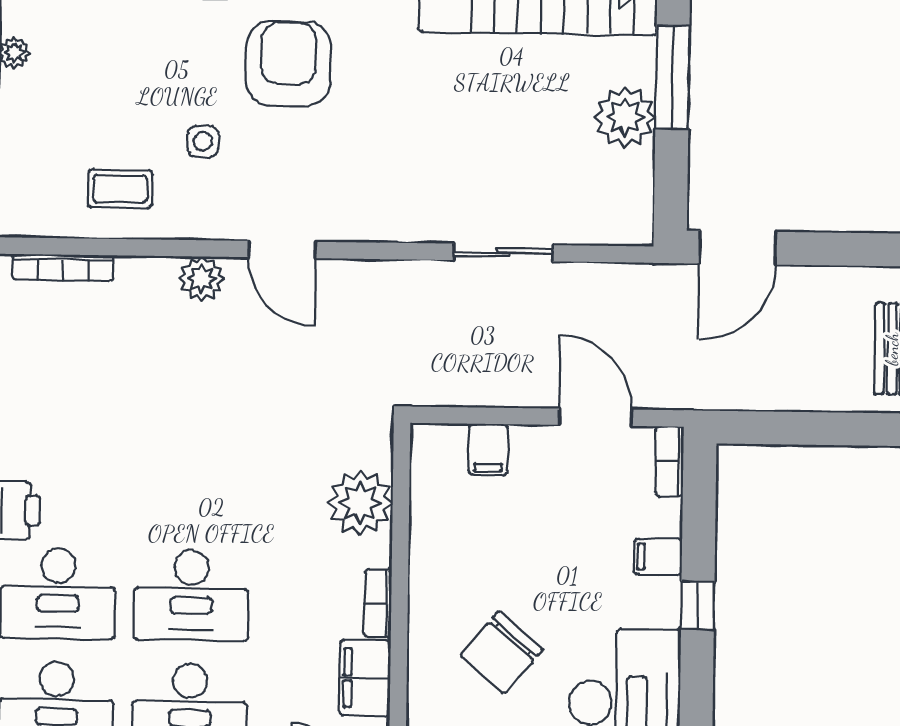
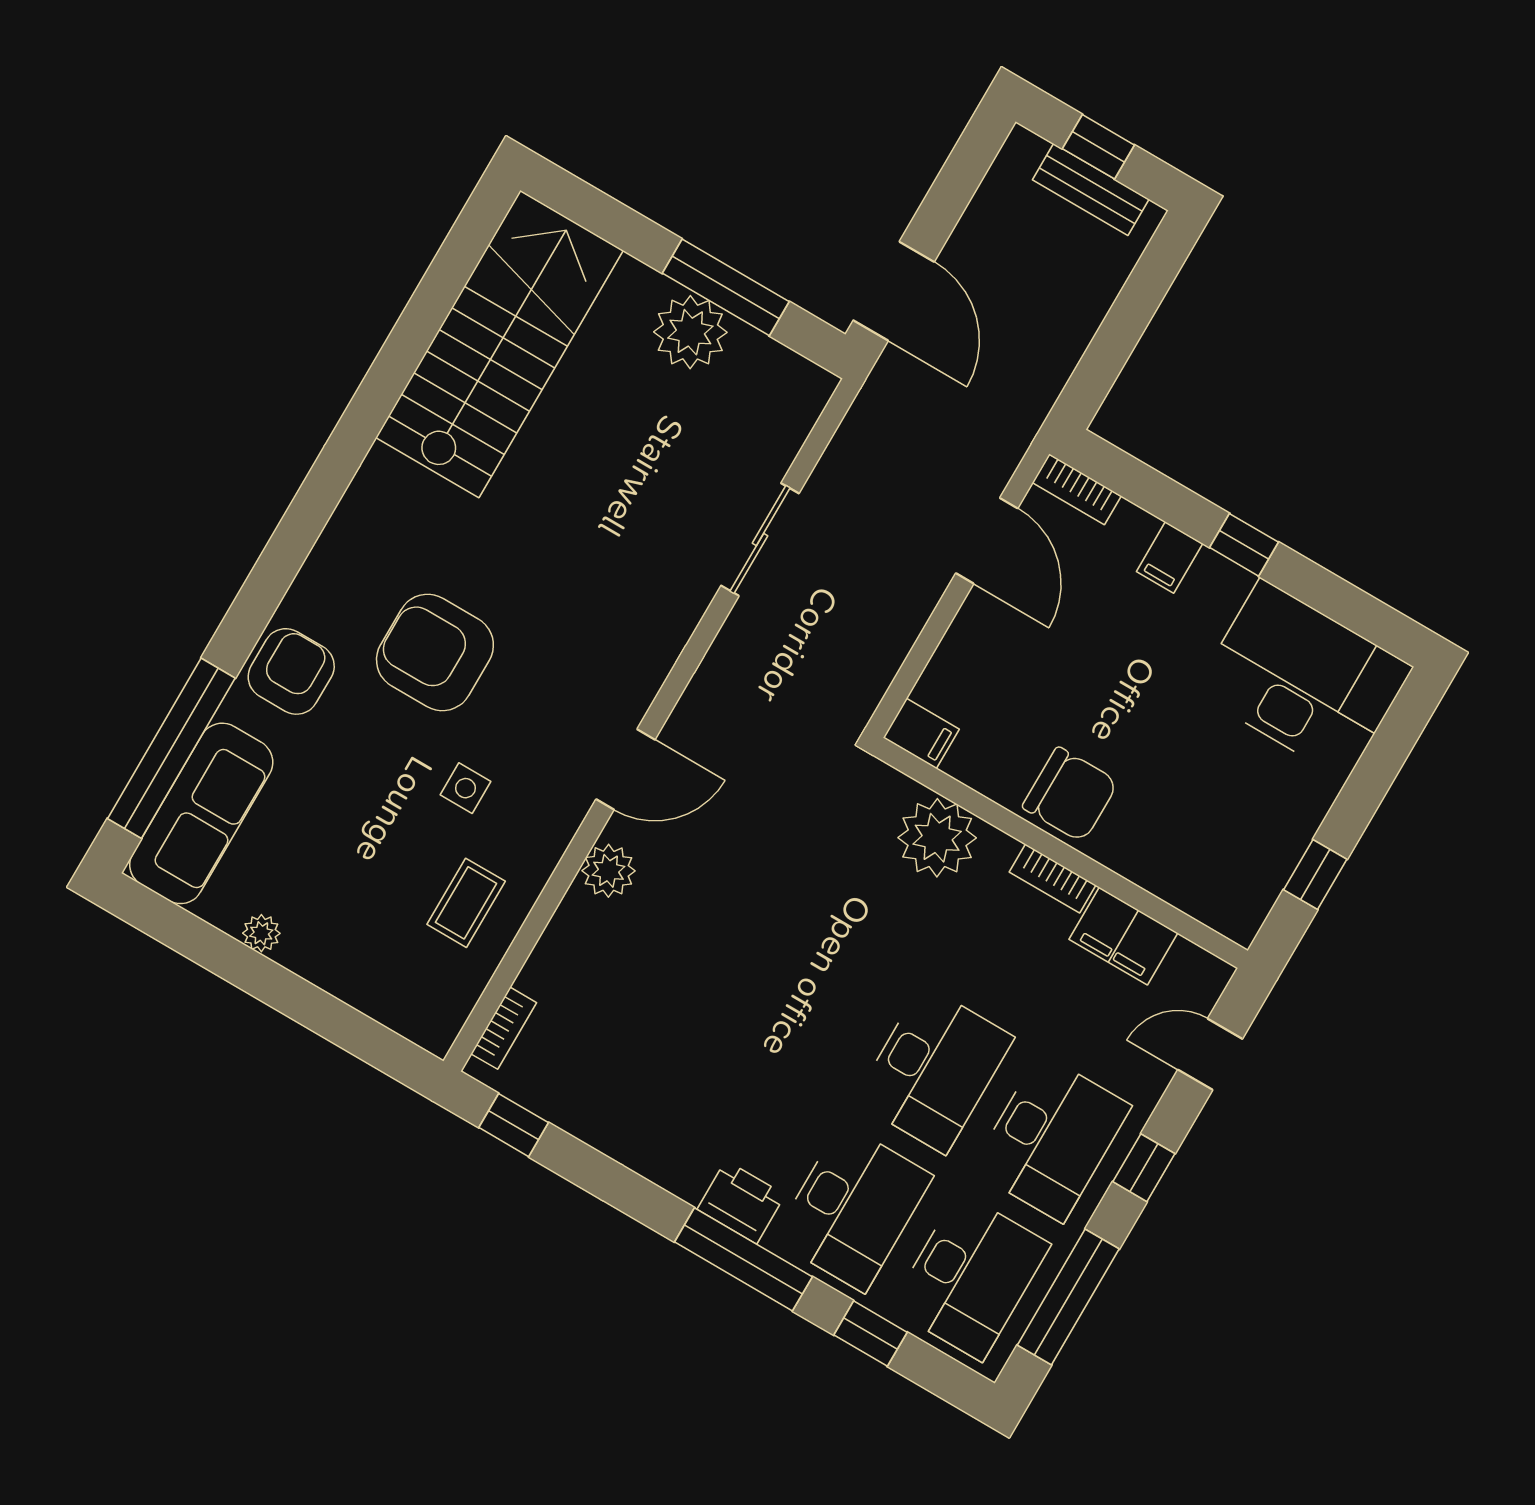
window: (672, 77) -> (726, 287), moved
bookcase: (63, 268) -> (504, 1028), width x0.64
door: (595, 417) -> (987, 541), swing flipped
filing cabinet: (488, 450) -> (921, 733), moved
chair: (501, 653) -> (1070, 795), moved, turned -40

